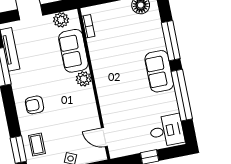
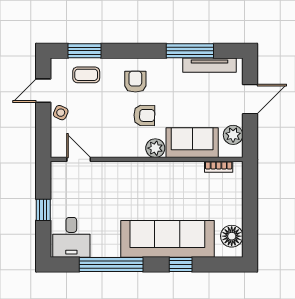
window: (171, 41) -> (181, 264), width x0.46
sofa: (159, 71) -> (167, 239), width x1.85, depth x1.27
armchair: (60, 93) -> (144, 115), added
door: (104, 137) -> (79, 159), hinge flipped

